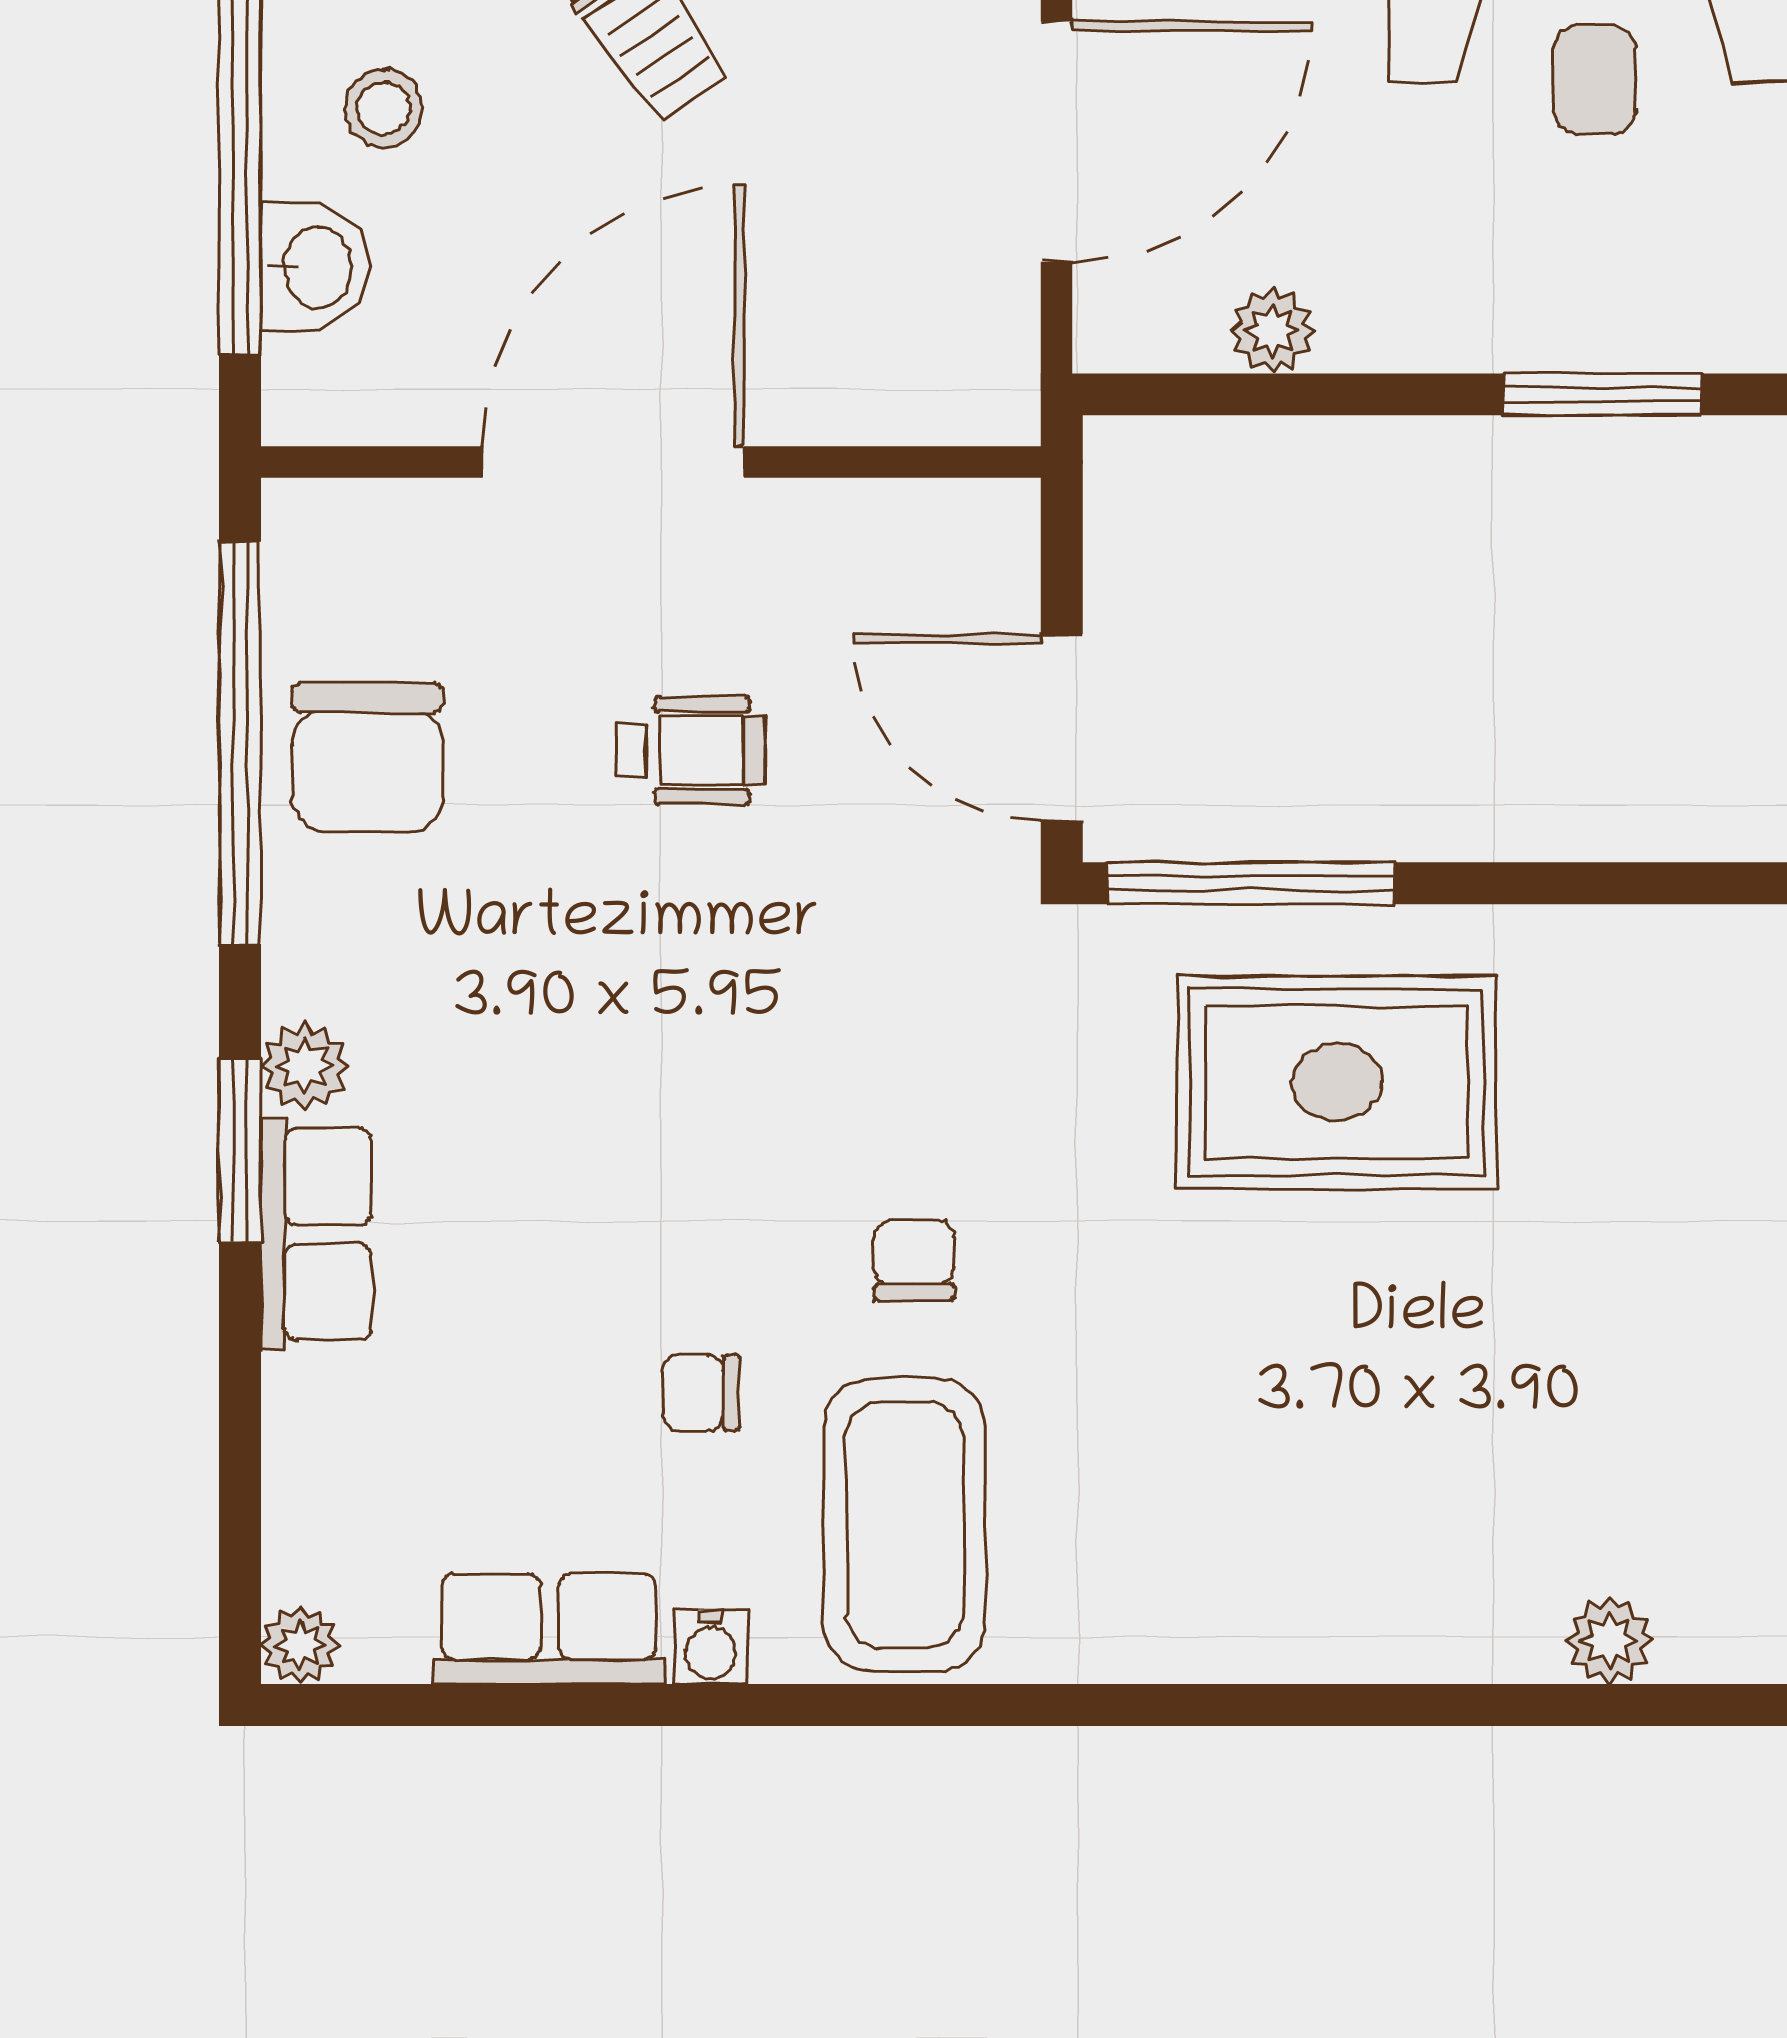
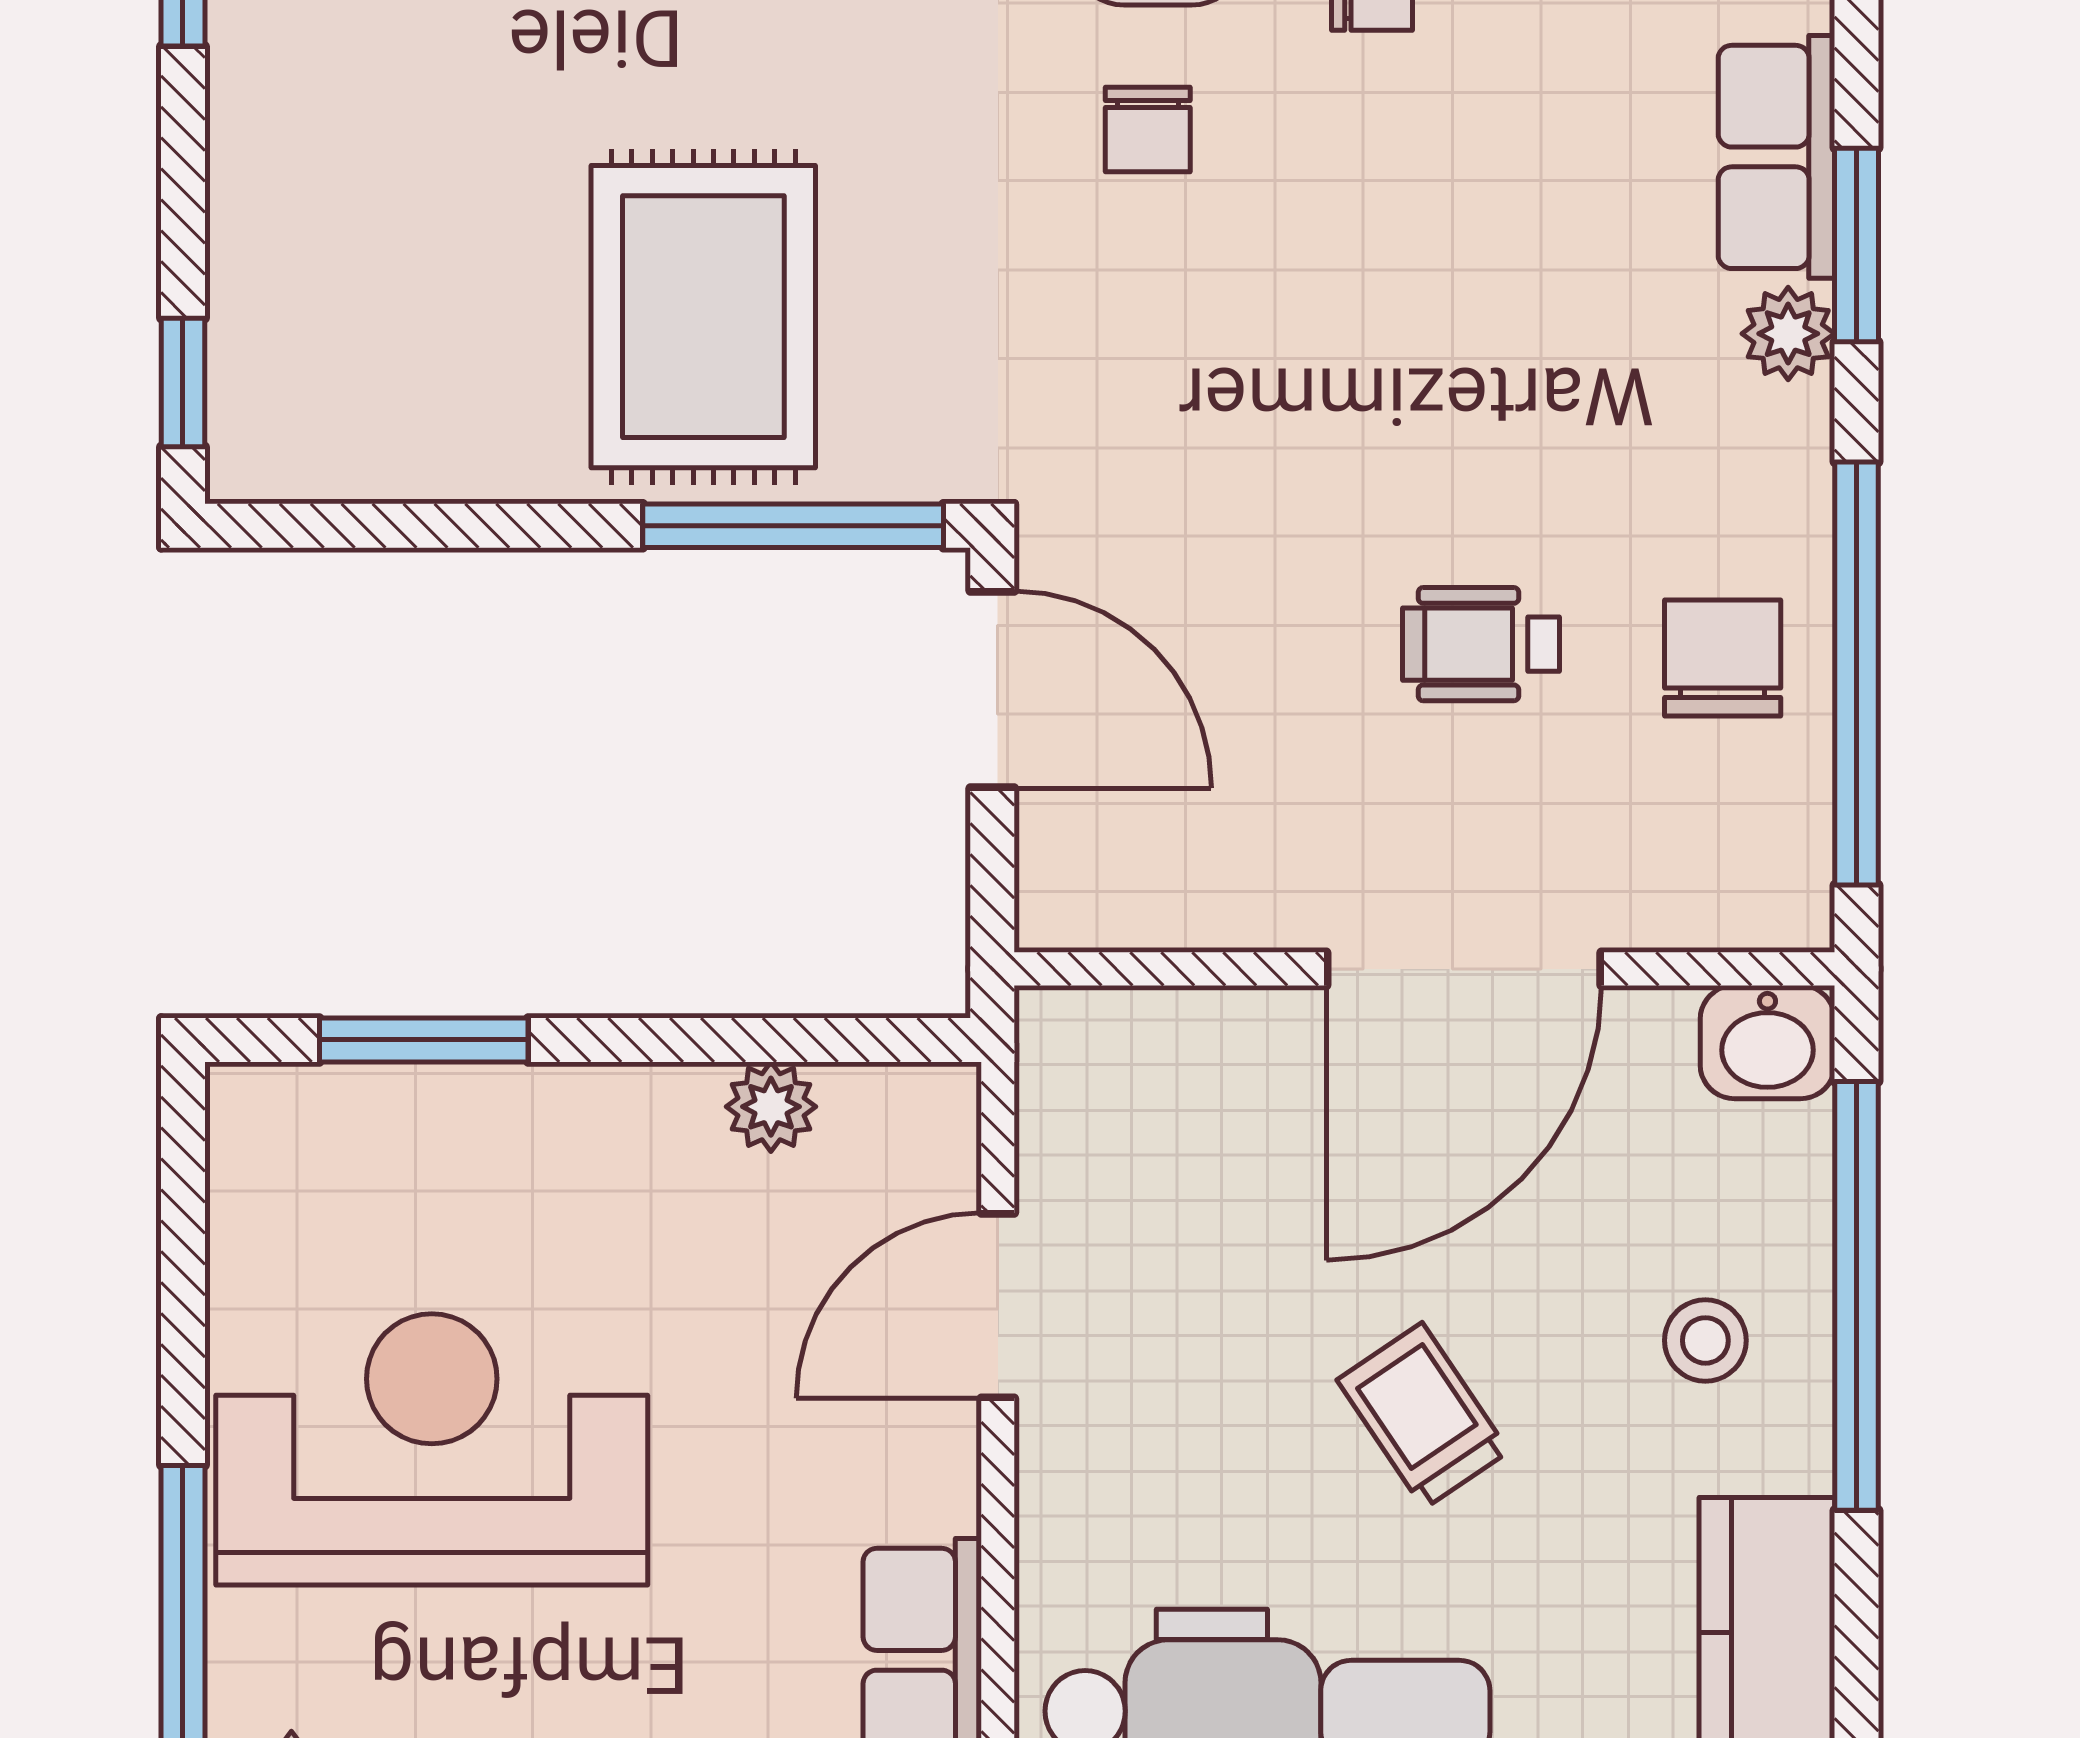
door: (1057, 142) -> (998, 1306), width x0.73
washbasin: (315, 267) -> (1767, 1042), moved, turned -90
wheelchair: (690, 751) -> (1481, 644), moved
chair: (367, 758) -> (1723, 658), width x0.73, depth x0.73
rug: (1337, 1082) -> (703, 317), turned 90

